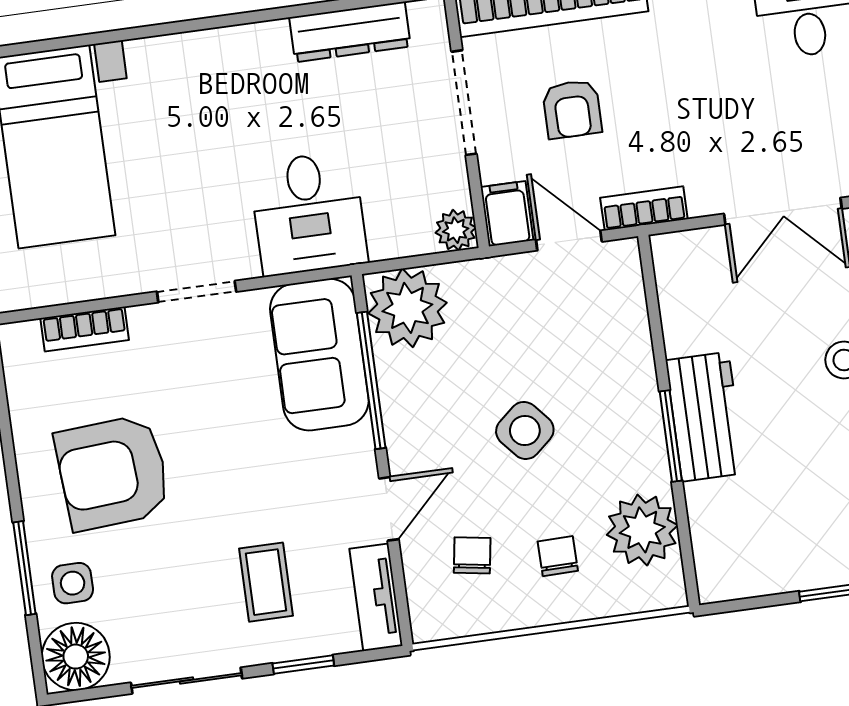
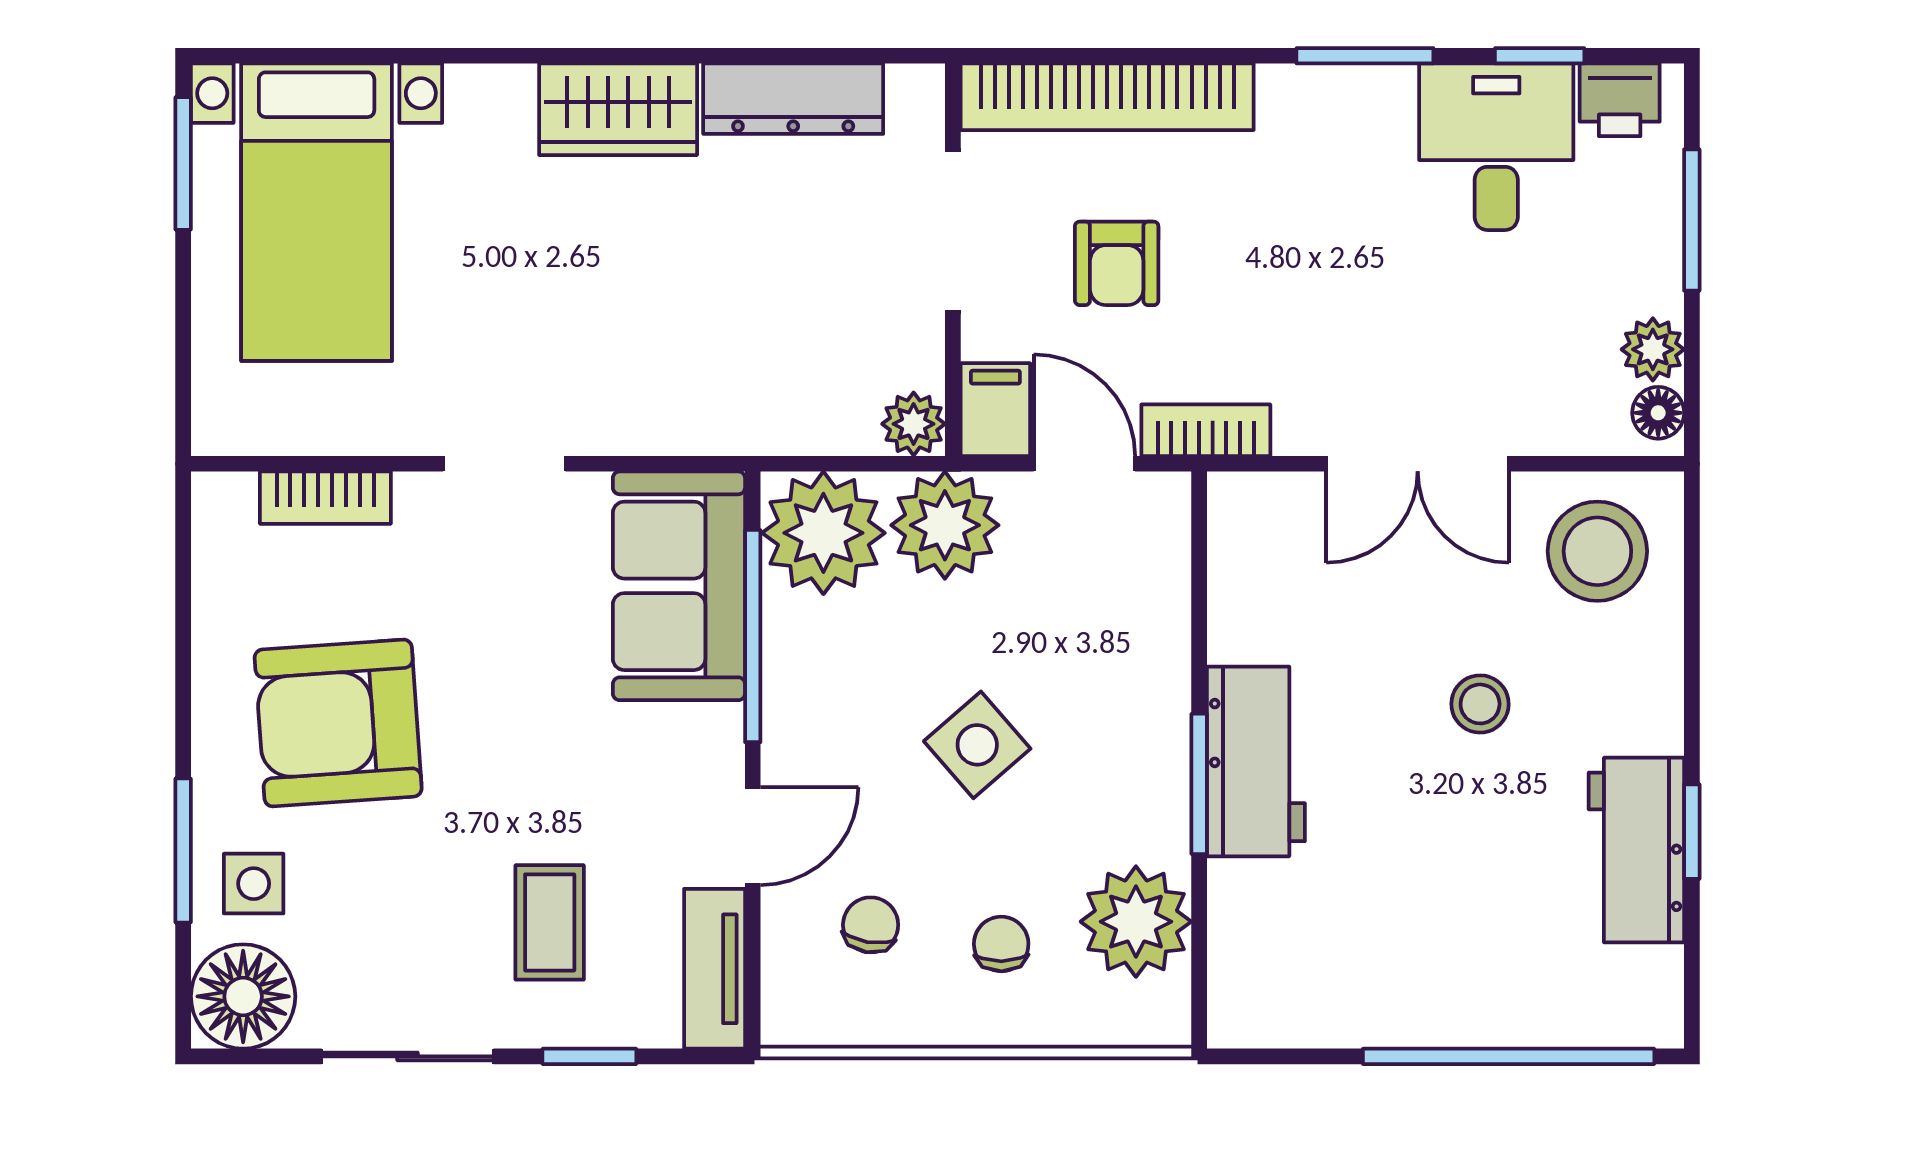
wardrobe: (238, 54) -> (618, 109), added
desk: (308, 213) -> (692, 367), removed
plant: (485, 292) -> (945, 525), added

